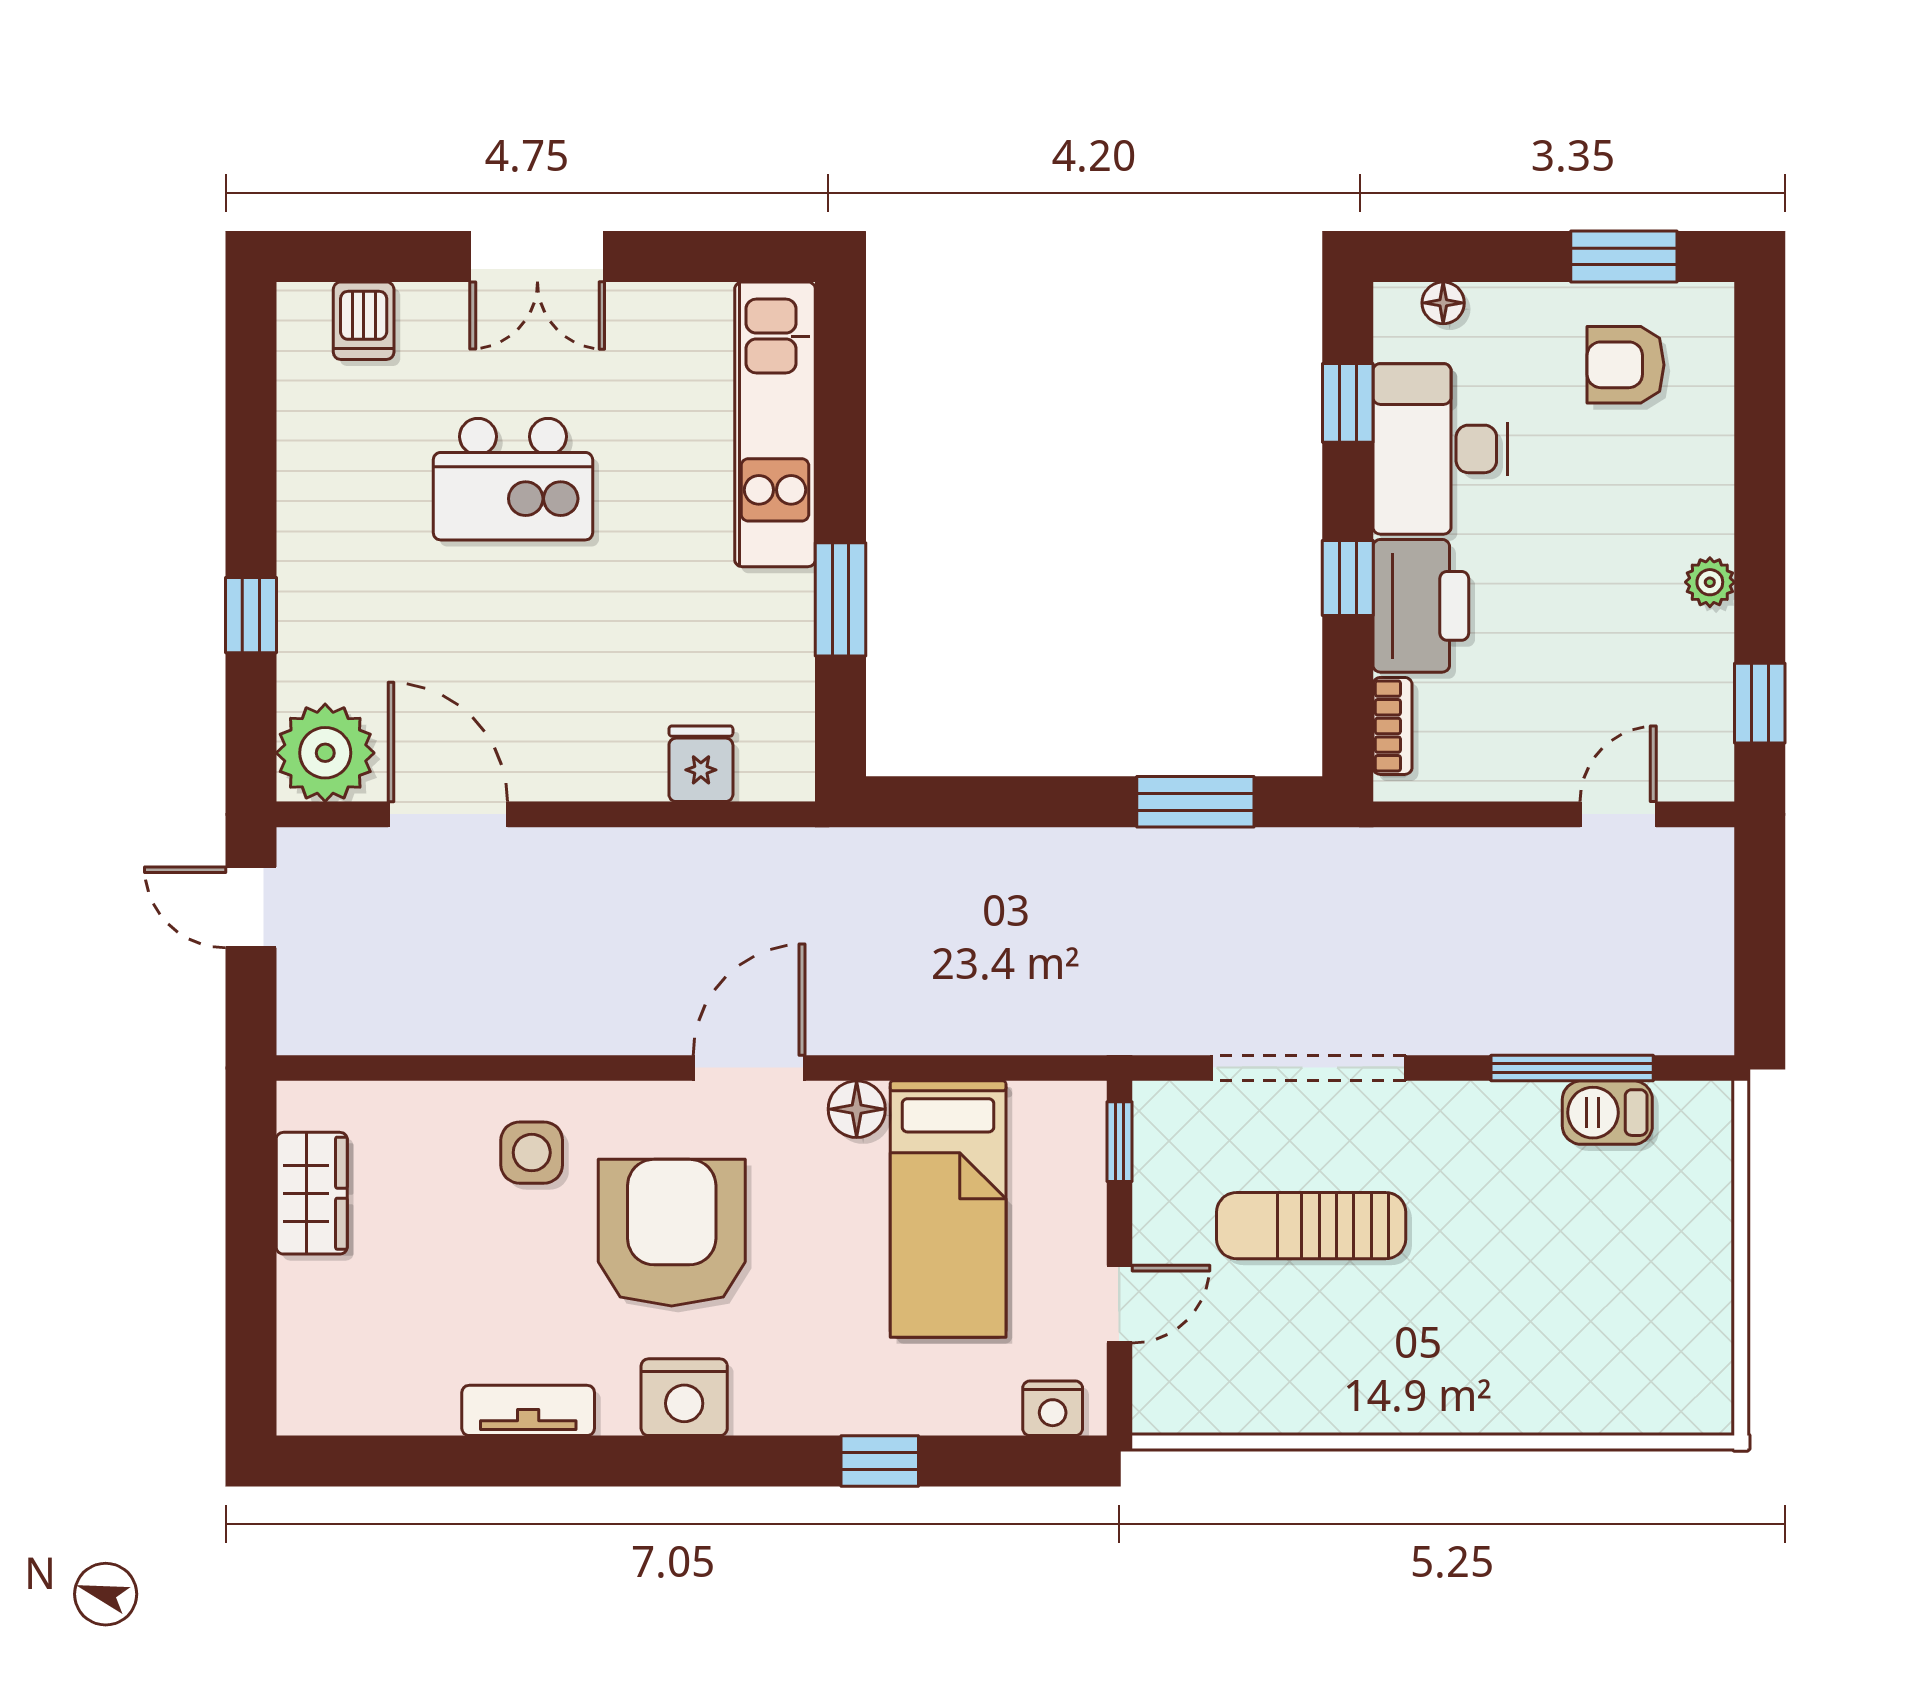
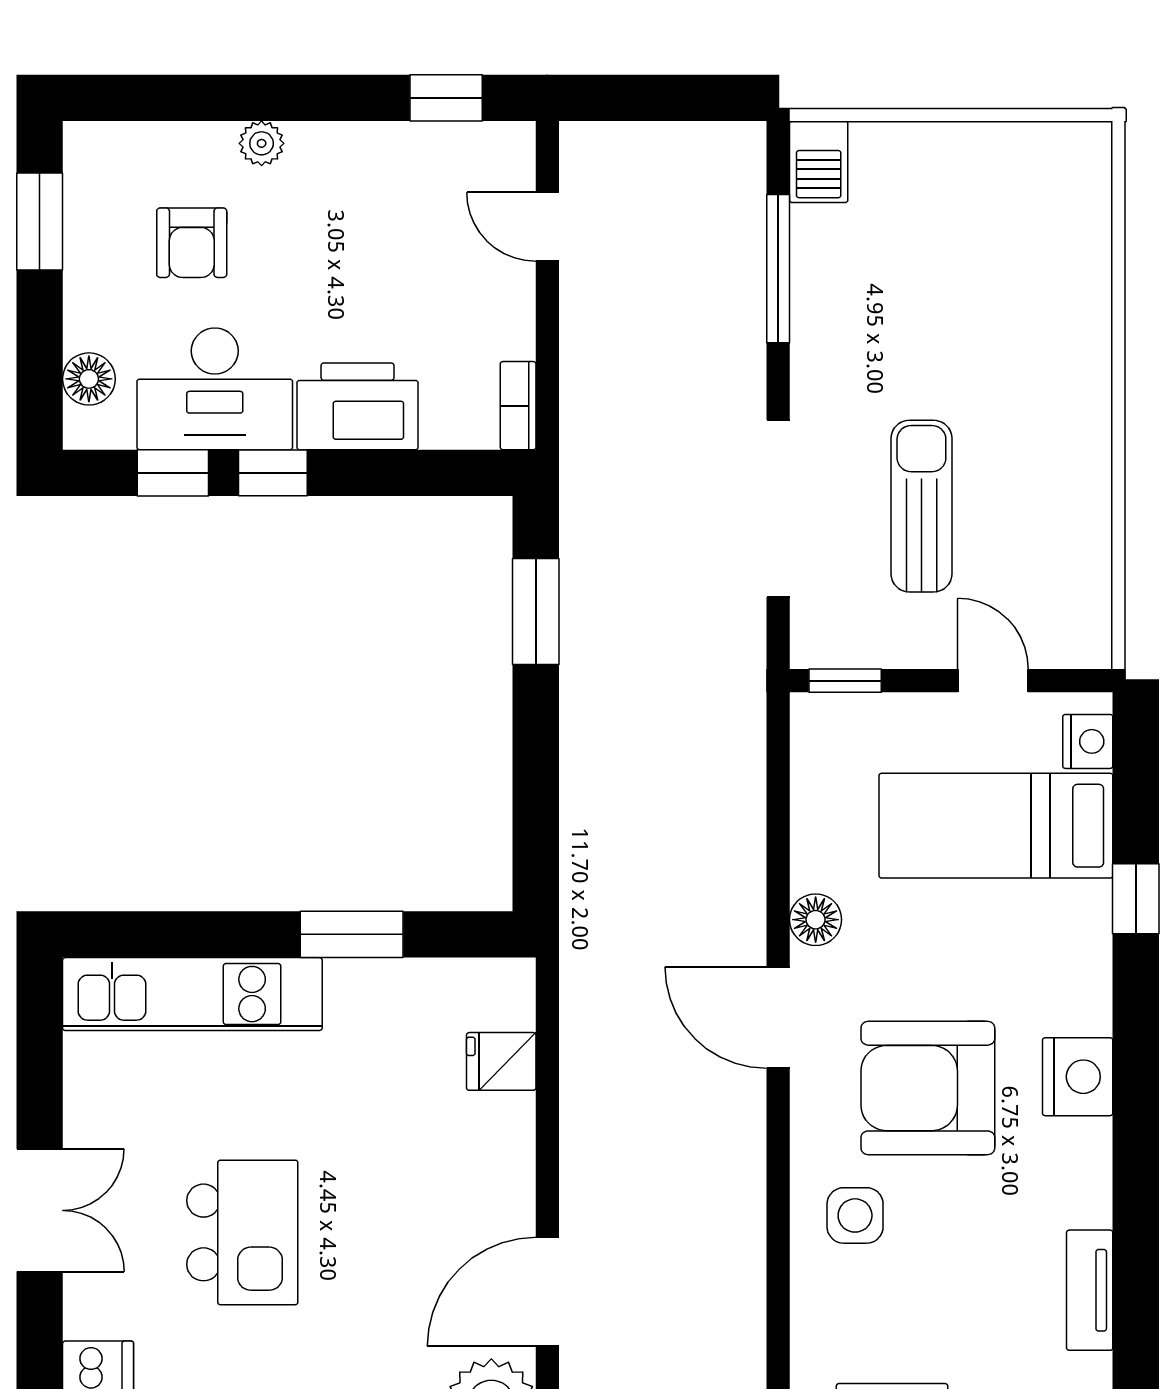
floor lamp: (1443, 303) -> (89, 379), width x1.37, depth x1.37
armchair: (1625, 365) -> (192, 243), moved
window: (1348, 578) -> (273, 473), moved
plant: (1710, 582) -> (262, 143), moved
bookcase: (1393, 726) -> (518, 406), moved, turned -90
barbecue: (1607, 1113) -> (819, 162), moved
bed: (948, 1209) -> (996, 826), moved, turned 180
sun lounger: (1311, 1226) -> (921, 506), turned 180
tv unit: (528, 1410) -> (1090, 1290), moved

